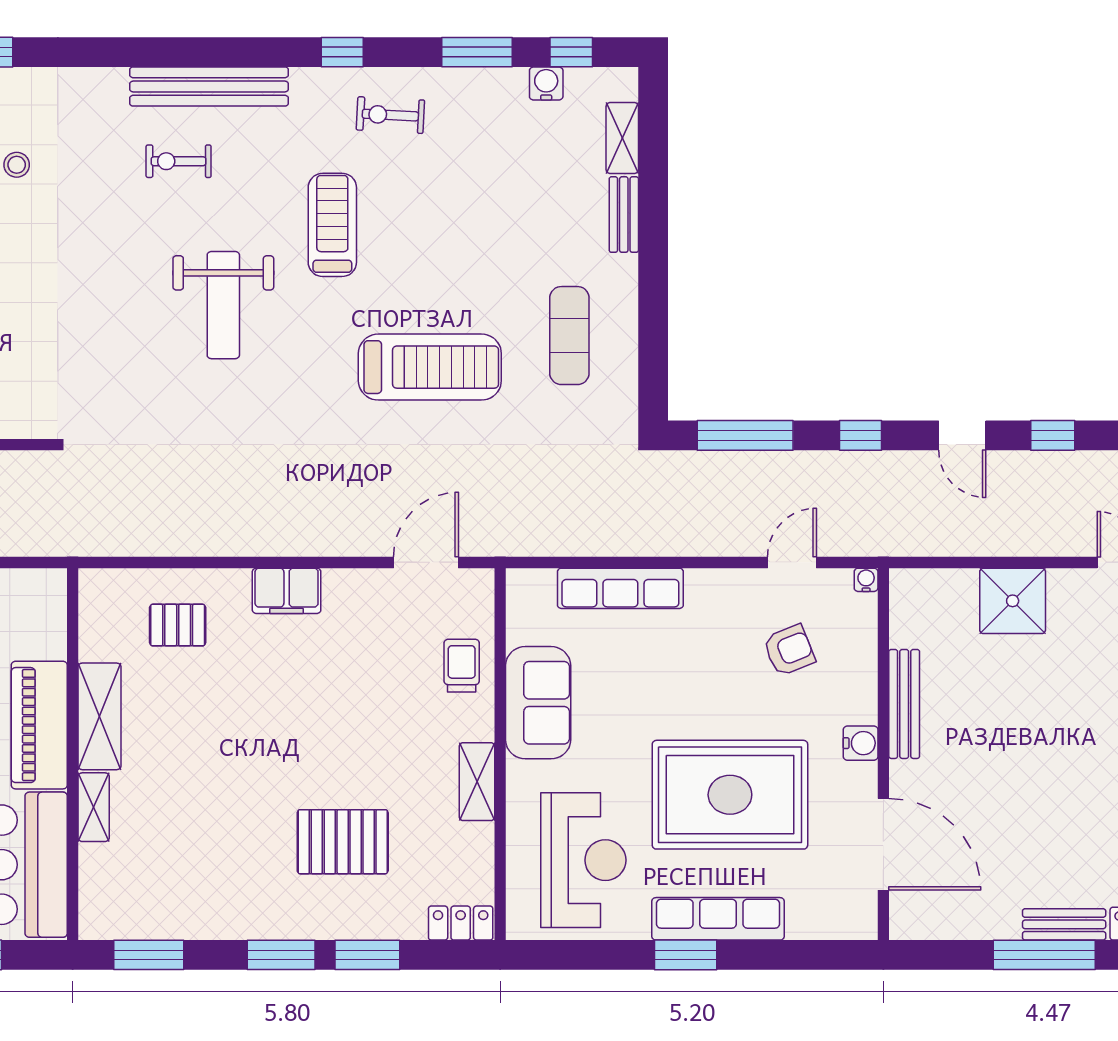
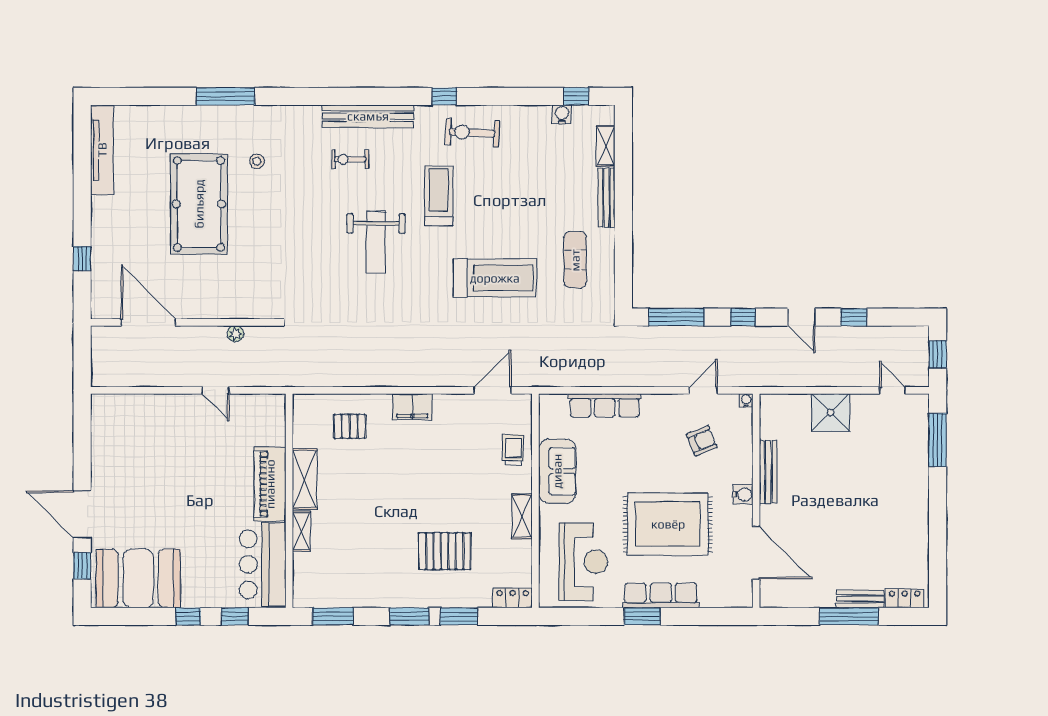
window: (477, 52) -> (522, 96), removed
exercise bike: (390, 115) -> (472, 133), width x1.38, depth x1.39
bench: (624, 215) -> (607, 198), width x1.36

